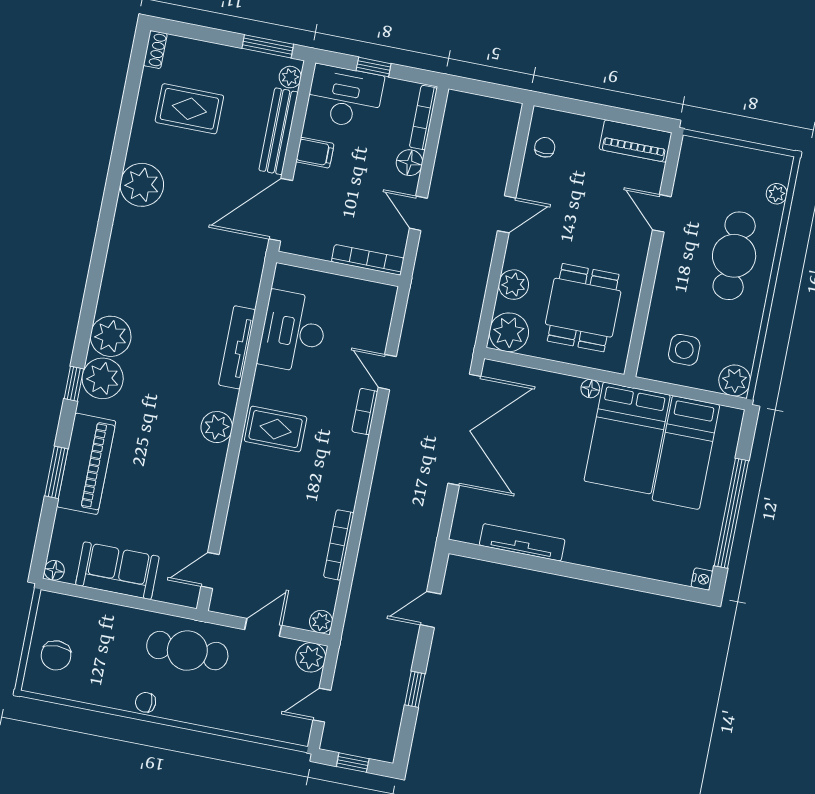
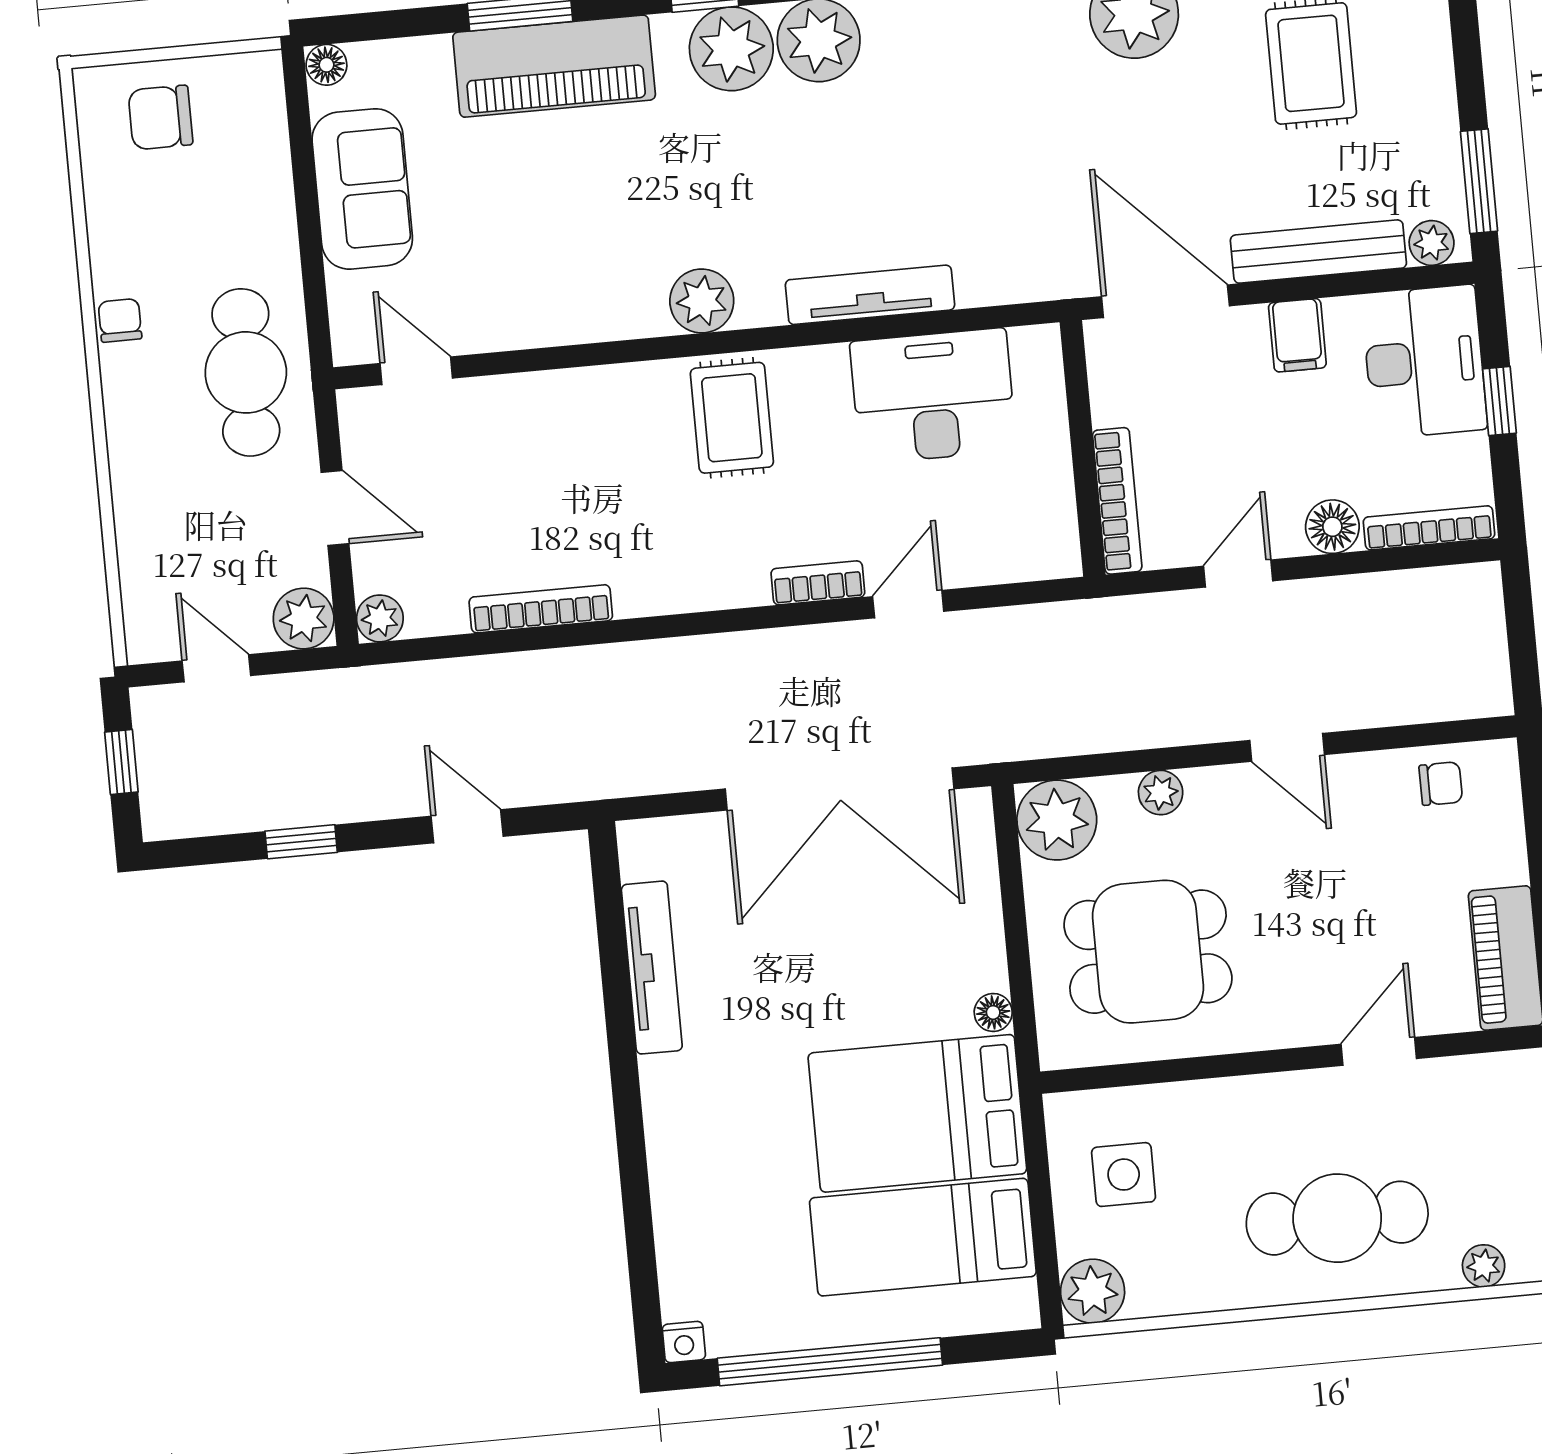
plant: (514, 285) -> (1161, 793), width x0.73, depth x0.73

